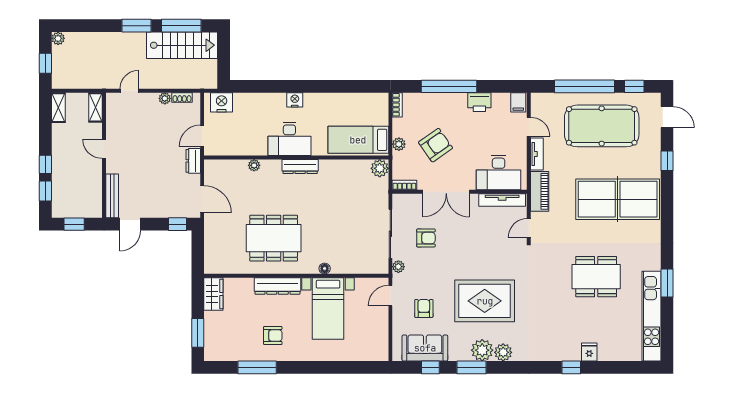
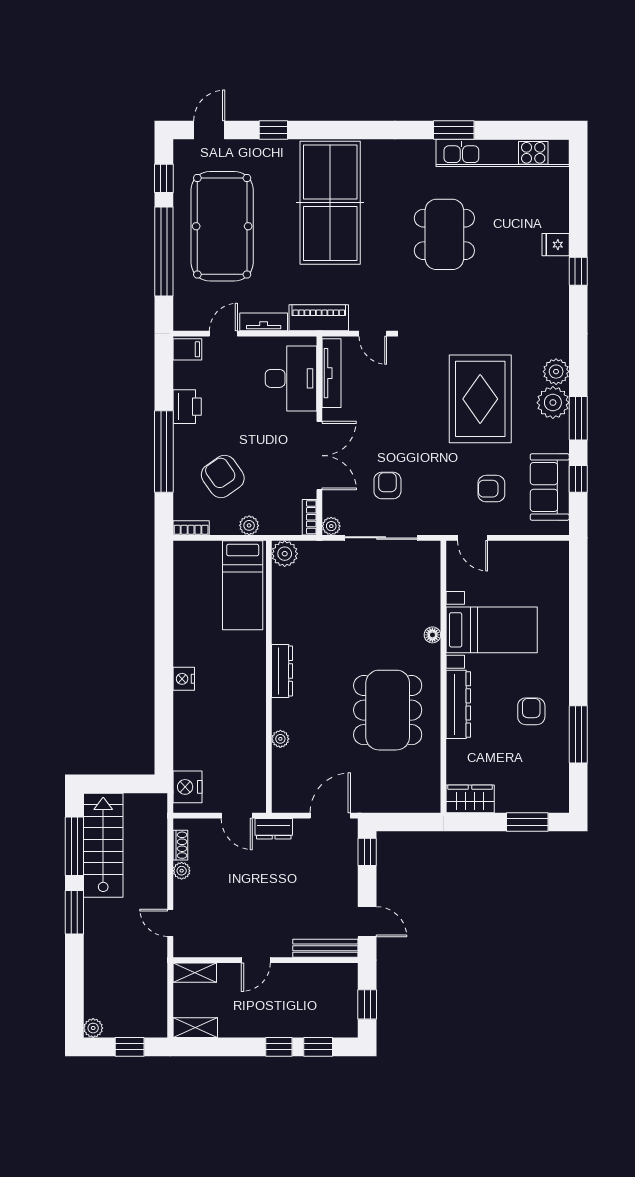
desk: (289, 139) -> (241, 687), removed
armchair: (436, 145) -> (223, 476), moved
plant: (398, 267) -> (331, 526), moved

